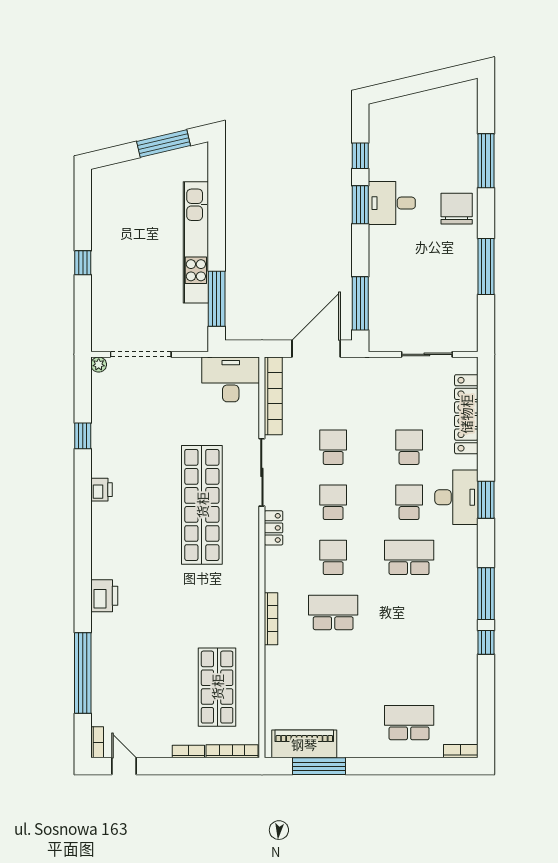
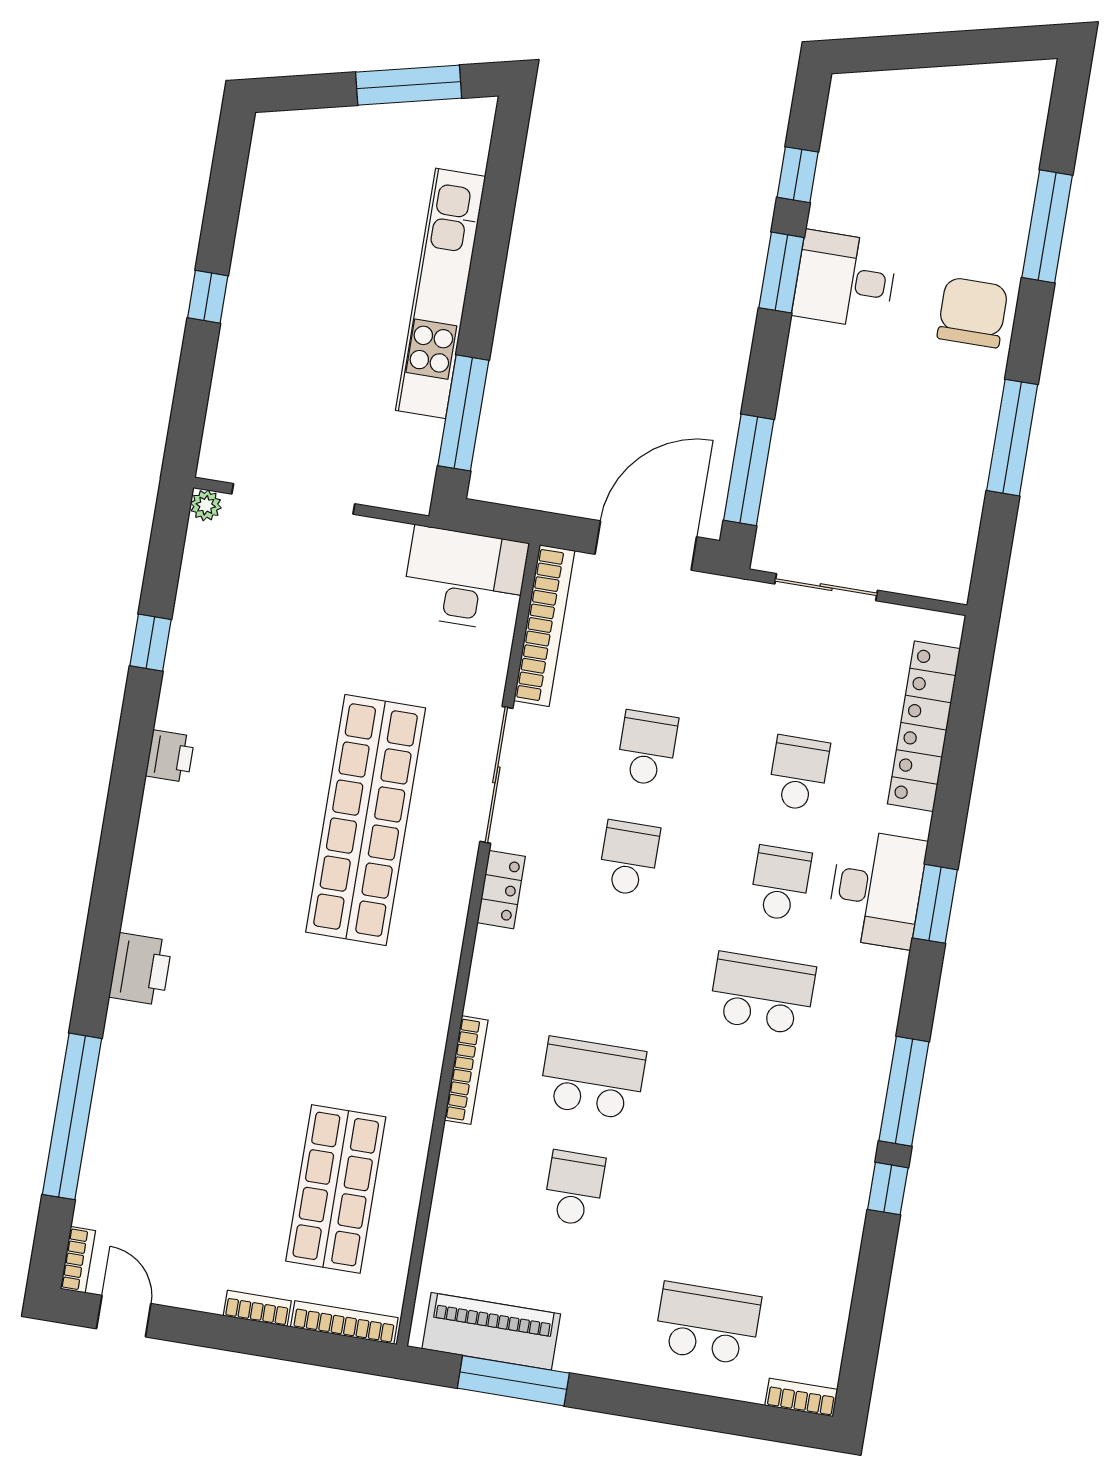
sliding door: (427, 354) -> (826, 587), moved
school desk: (333, 557) -> (574, 1188), moved

